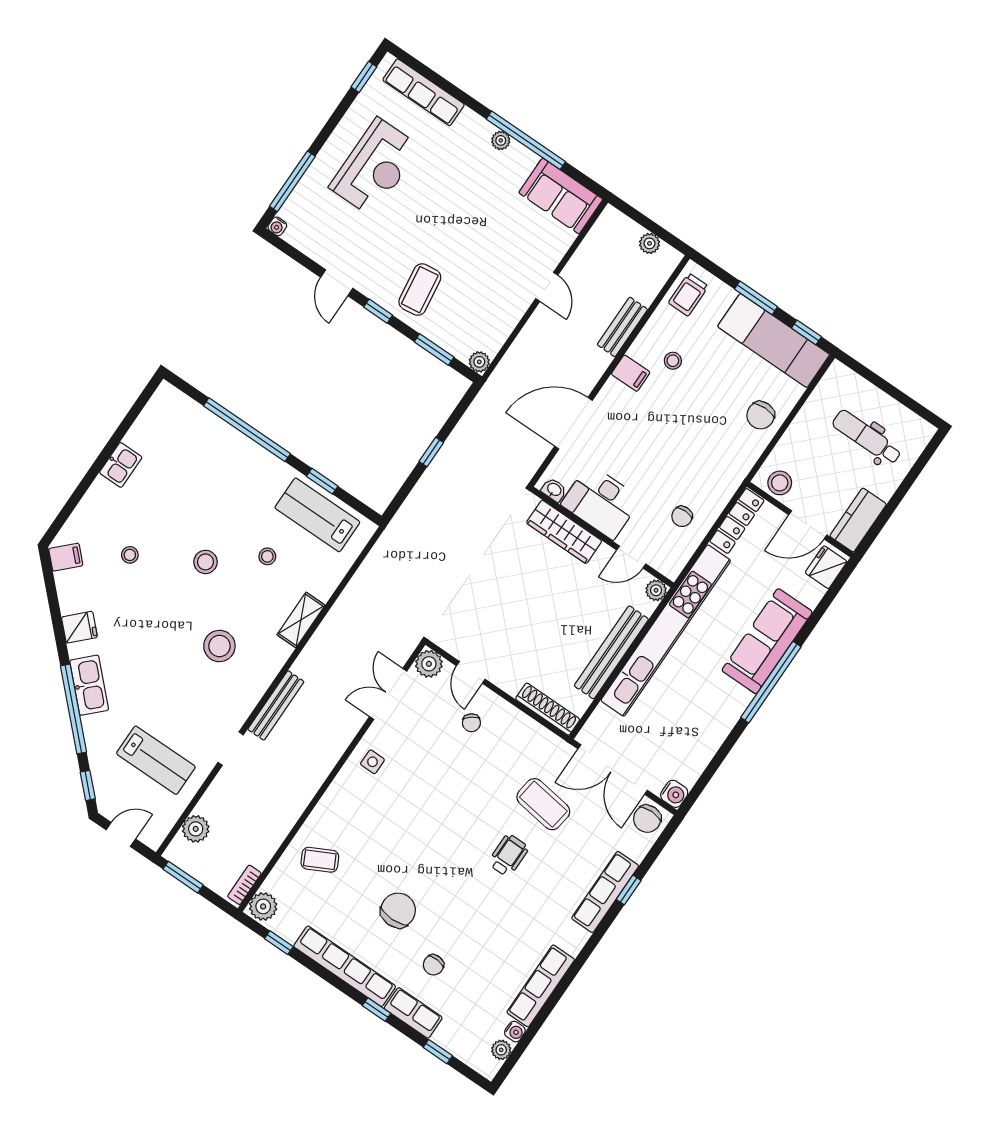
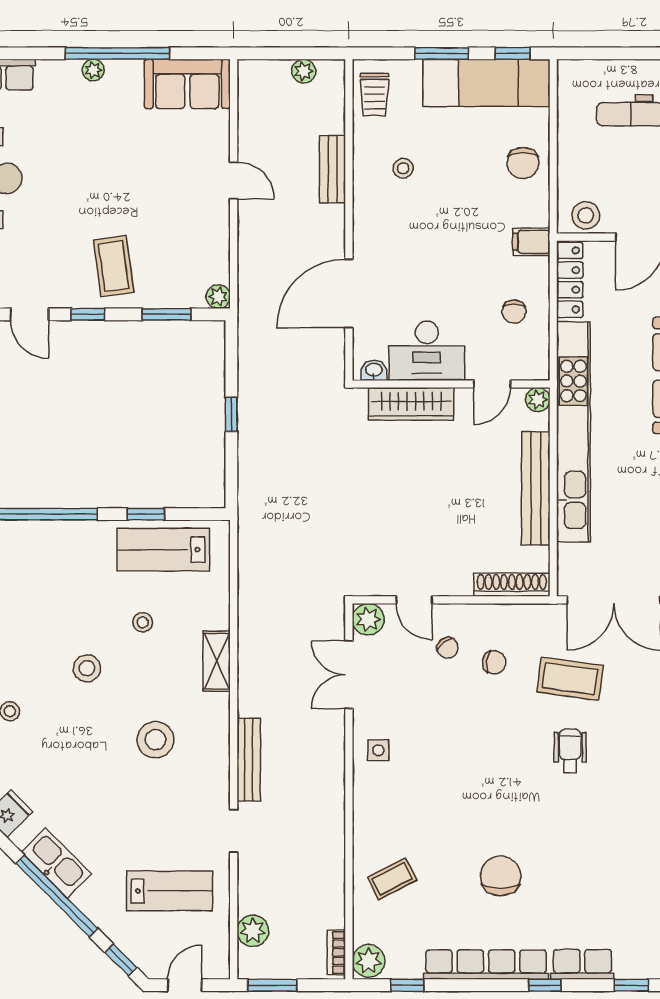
filing cabinet: (631, 373) -> (531, 242), moved, turned 180
chair: (433, 965) -> (494, 662), moved, turned -87

